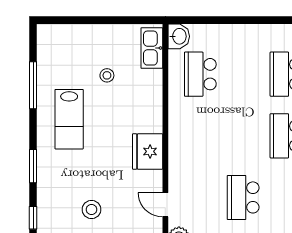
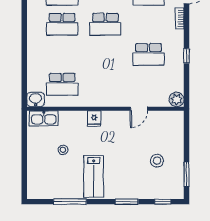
lab bench: (69, 119) -> (94, 176), turned 90
fridge: (148, 151) -> (94, 119), moved, width x0.53, depth x0.75
door: (165, 205) -> (139, 109), moved

